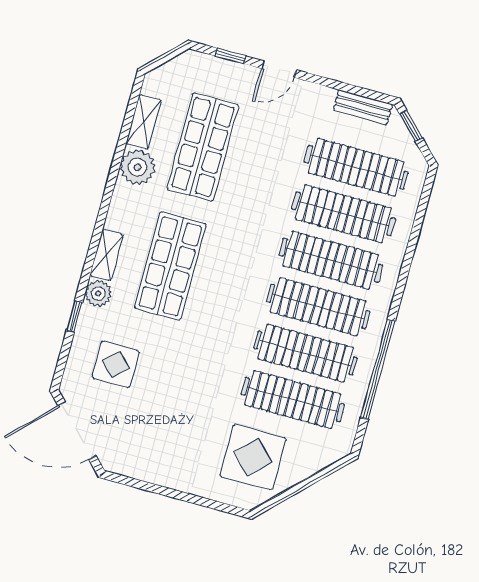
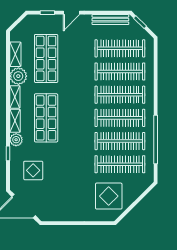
bench: (363, 107) -> (110, 20), width x1.36
shelving: (119, 207) -> (15, 97), added

